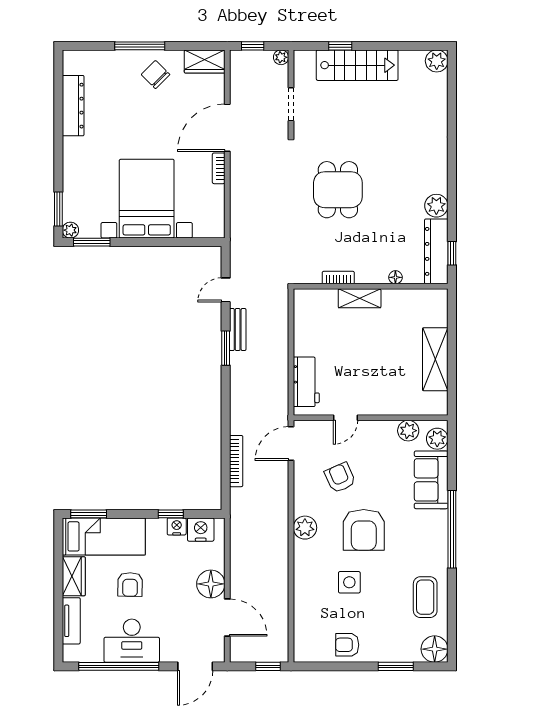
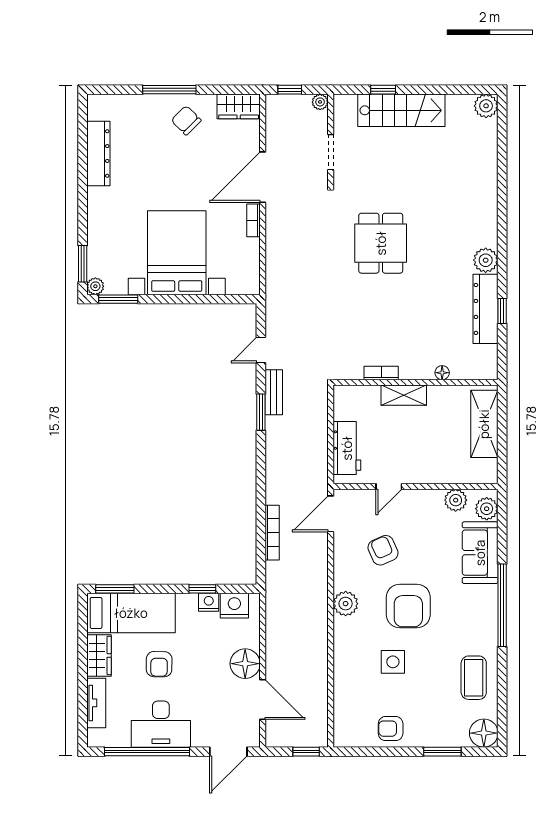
floor lamp: (395, 277) -> (442, 373), moved
bookcase: (338, 278) -> (381, 373), moved
wall: (371, 286) -> (416, 382), moved
shelving: (360, 298) -> (404, 395), moved

